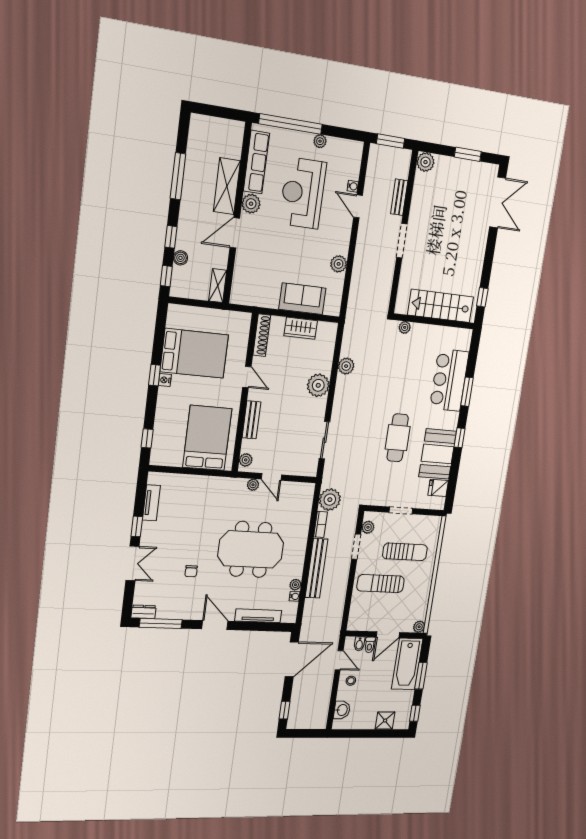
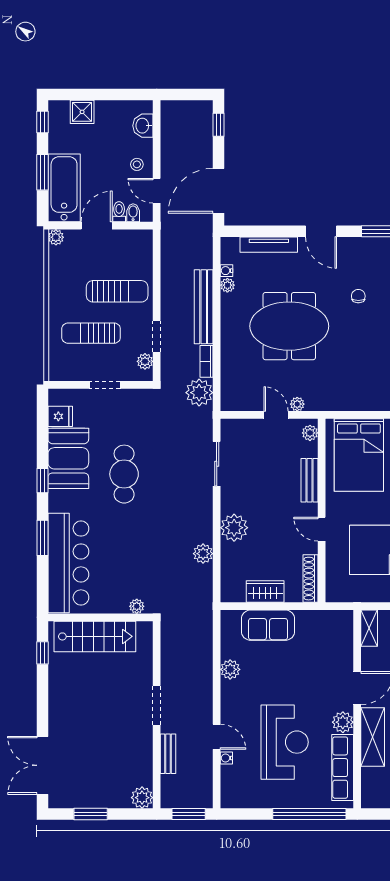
plant: (320, 141) -> (273, 801), removed
bar counter: (449, 380) -> (68, 563), width x1.36

